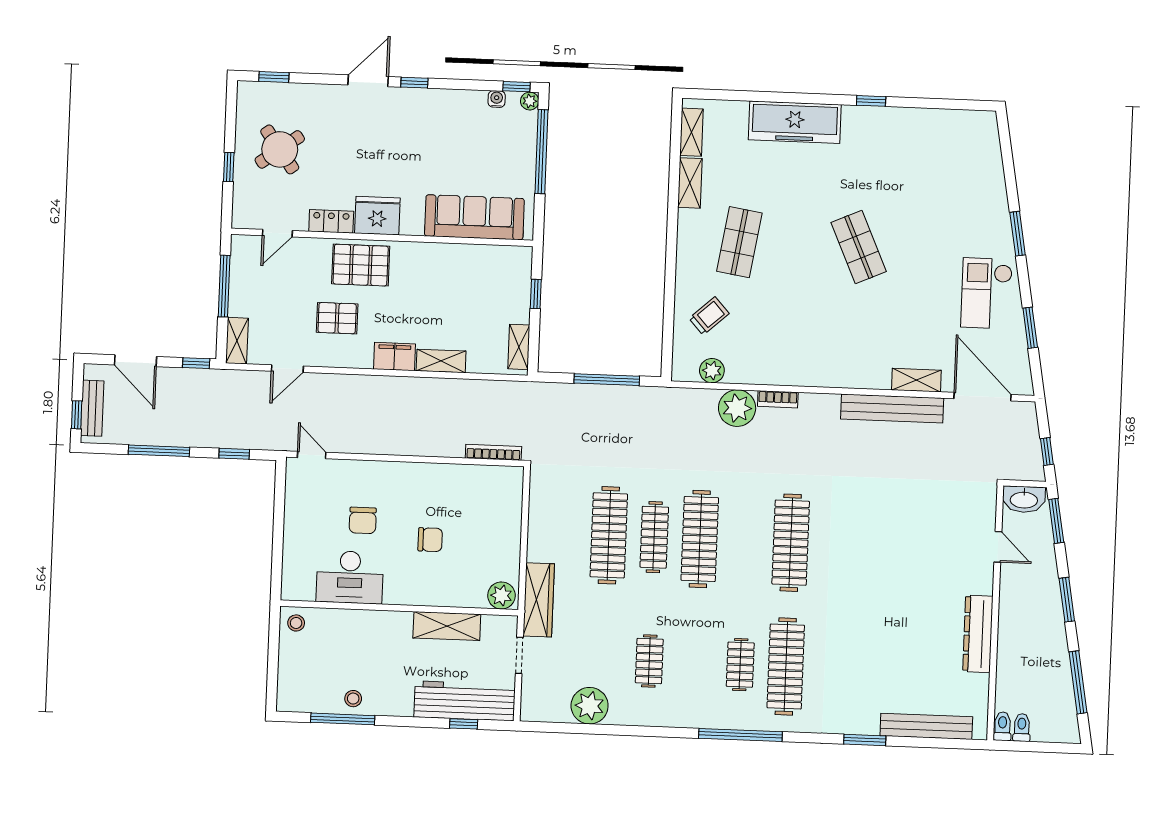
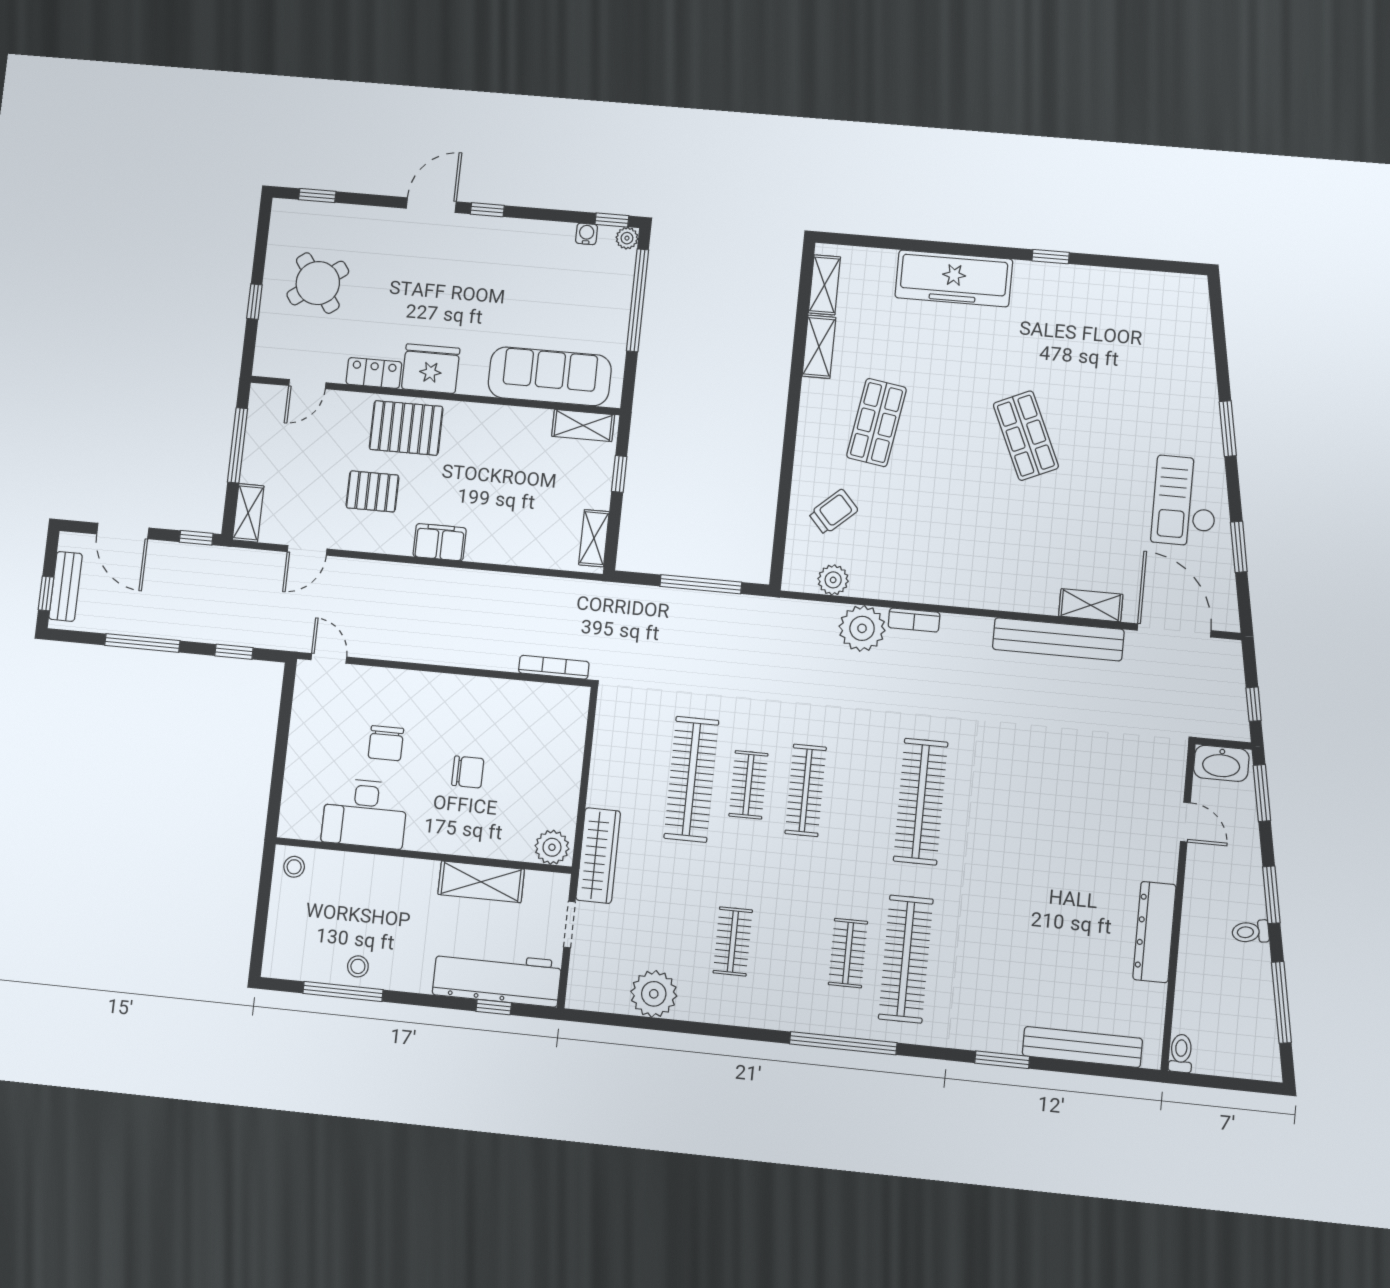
shelving: (441, 361) -> (583, 425), moved
clothes rail: (654, 537) -> (748, 785), width x0.73
clothes rail: (700, 539) -> (806, 790), width x0.73, depth x0.76
toilet: (1022, 728) -> (1250, 932), moved, turned -100

